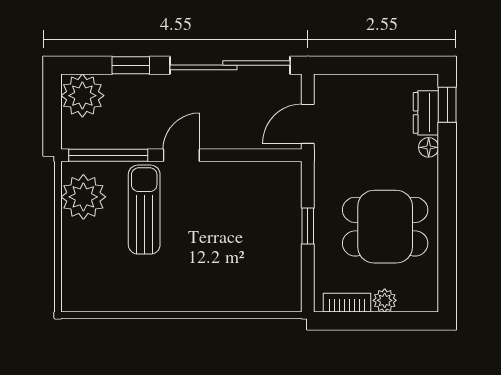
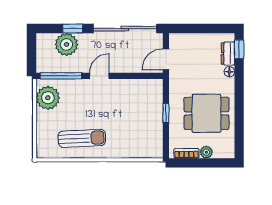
plant: (82, 96) -> (67, 44), moved
sun lounger: (144, 210) -> (82, 138), moved, turned 87

